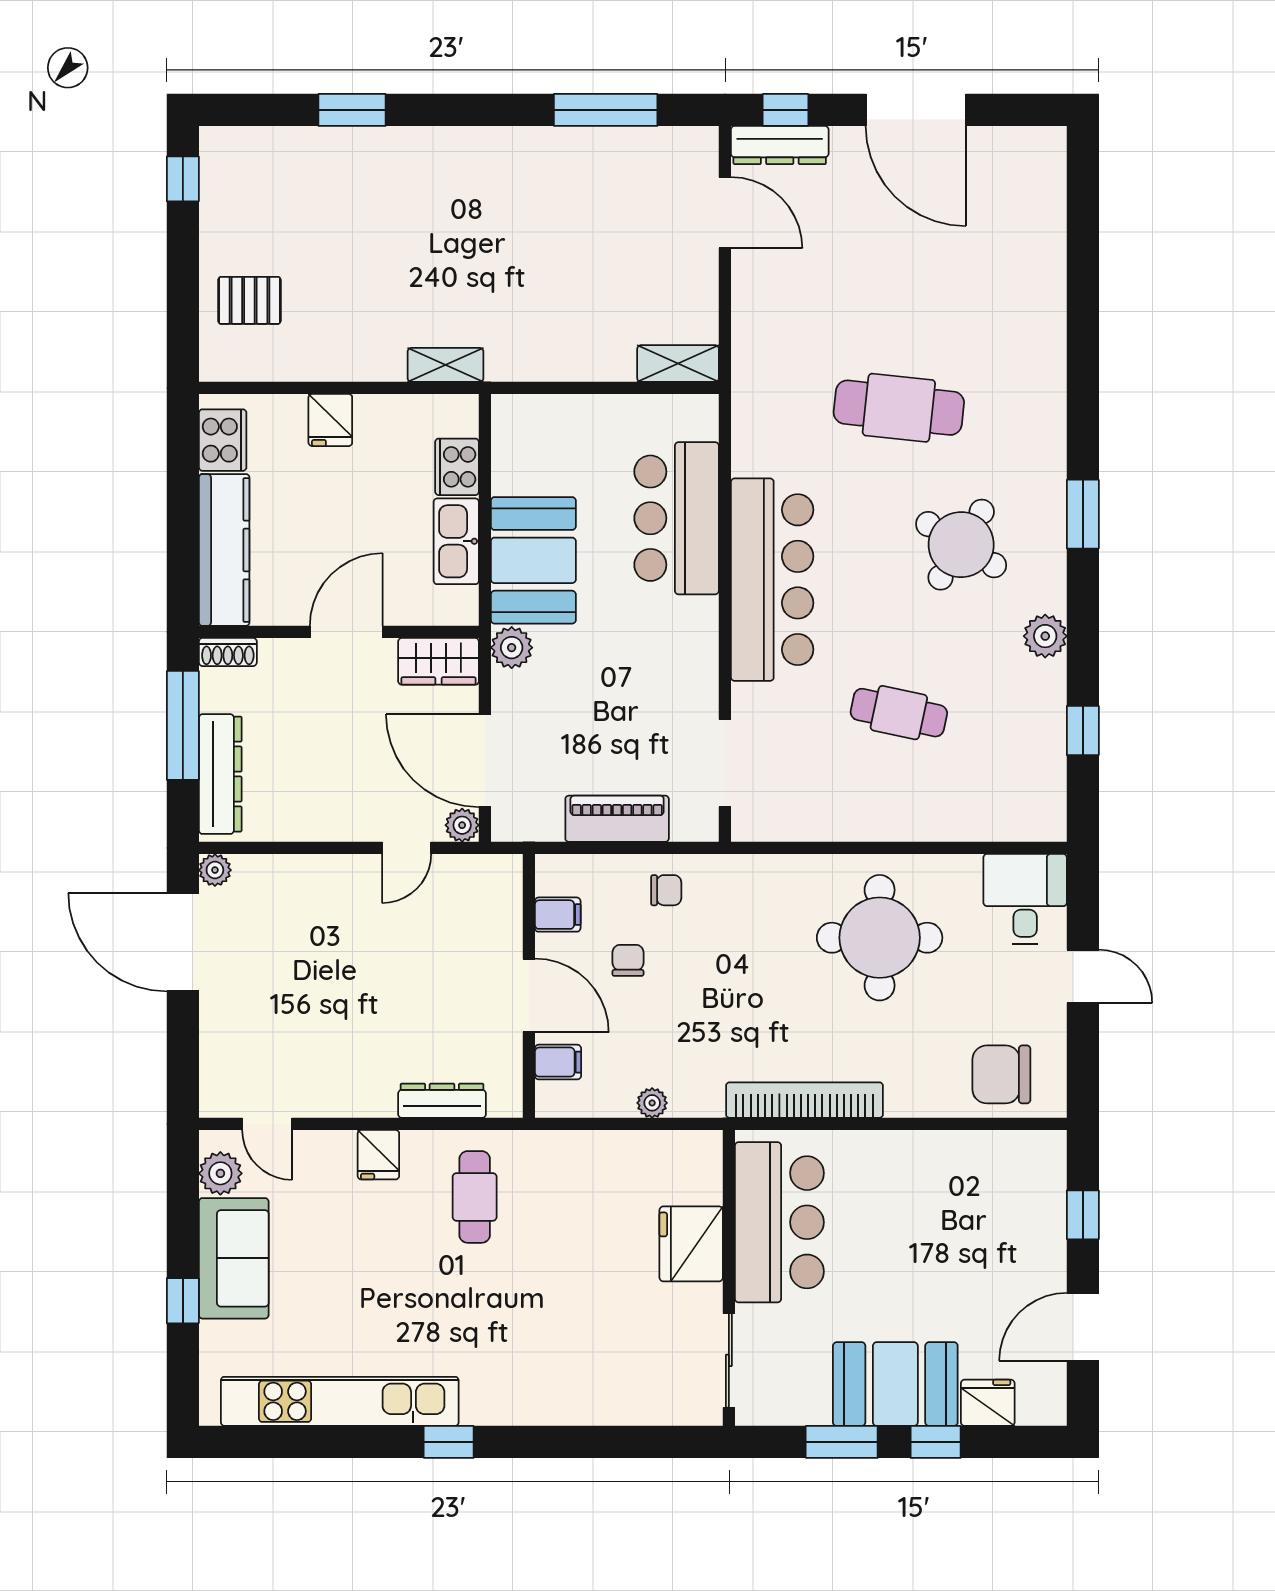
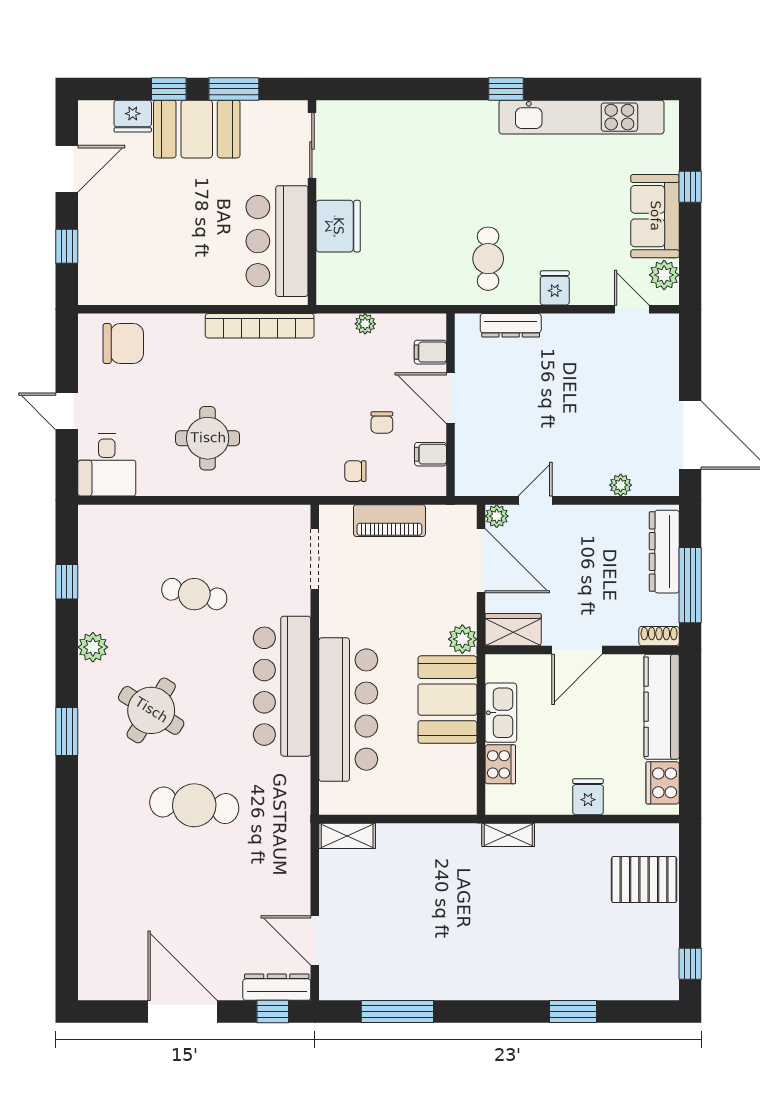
pallet: (249, 300) -> (644, 880), width x1.50, depth x1.42
bar counter: (677, 518) -> (348, 710), width x1.36
plant: (215, 870) -> (621, 485), moved
round table: (880, 938) -> (208, 438), width x0.73, depth x0.73

